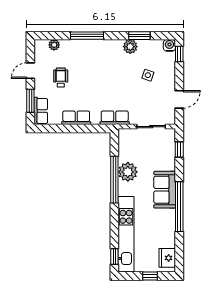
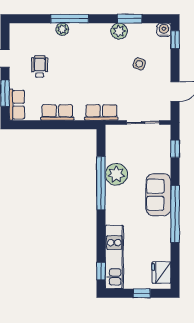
plant: (54, 45) -> (62, 29), moved
kitchen unit: (126, 234) -> (114, 257), width x0.73

